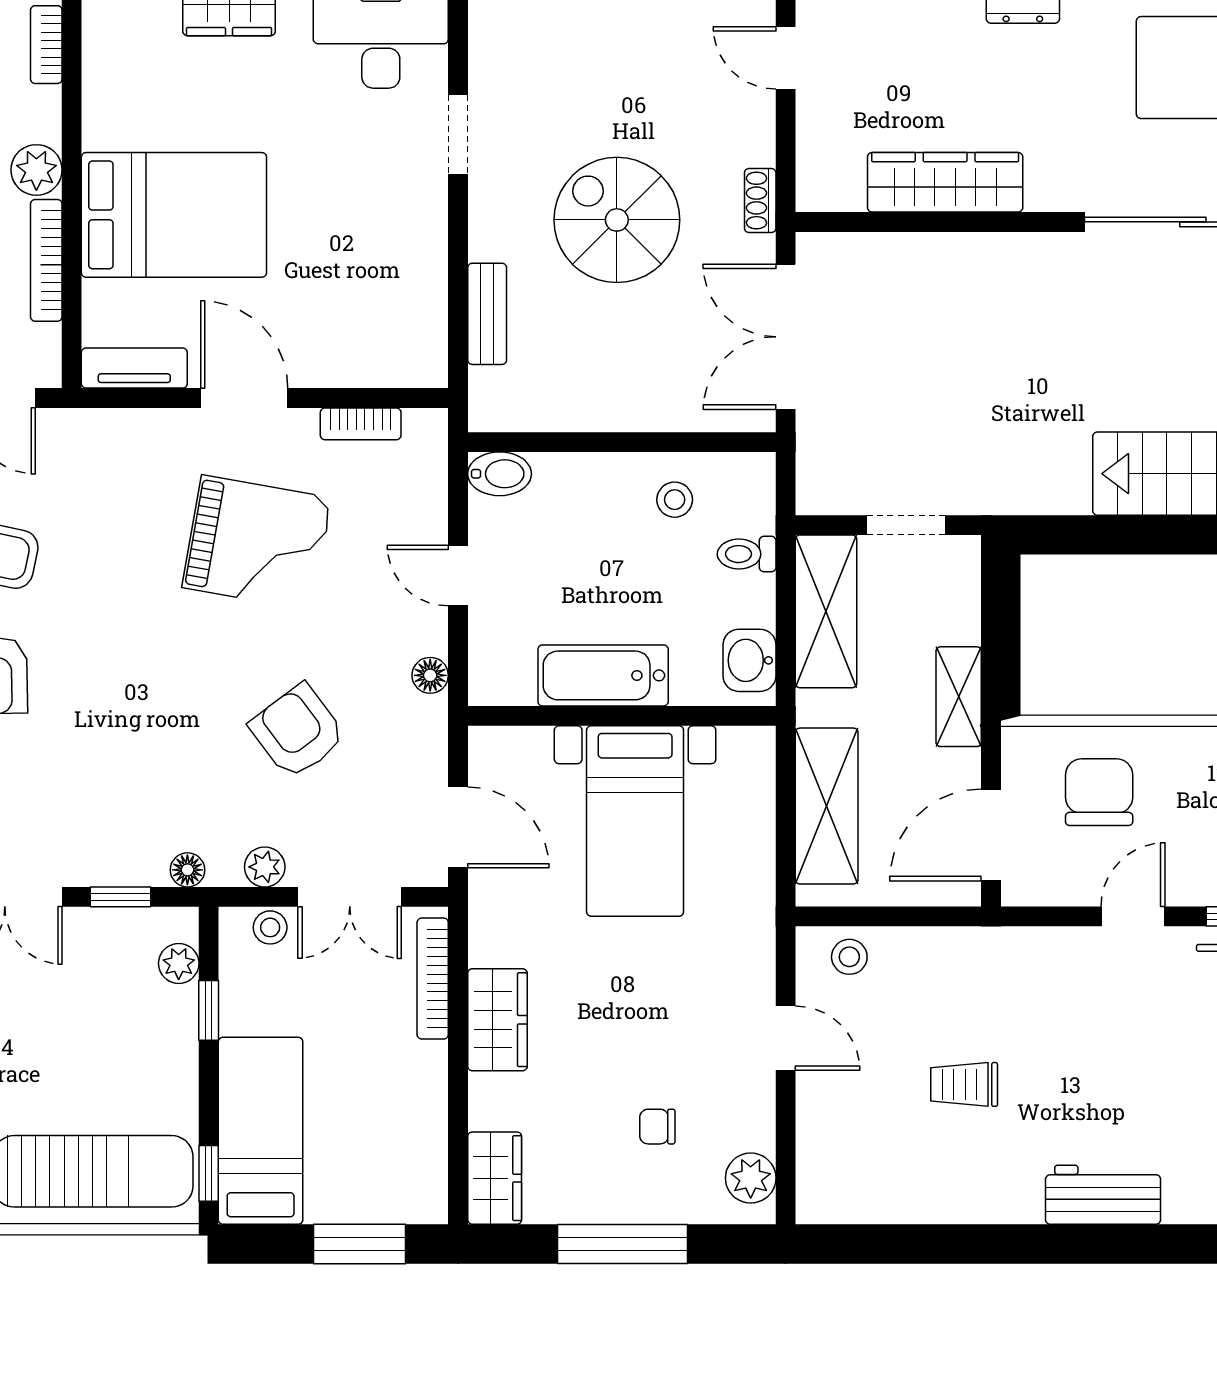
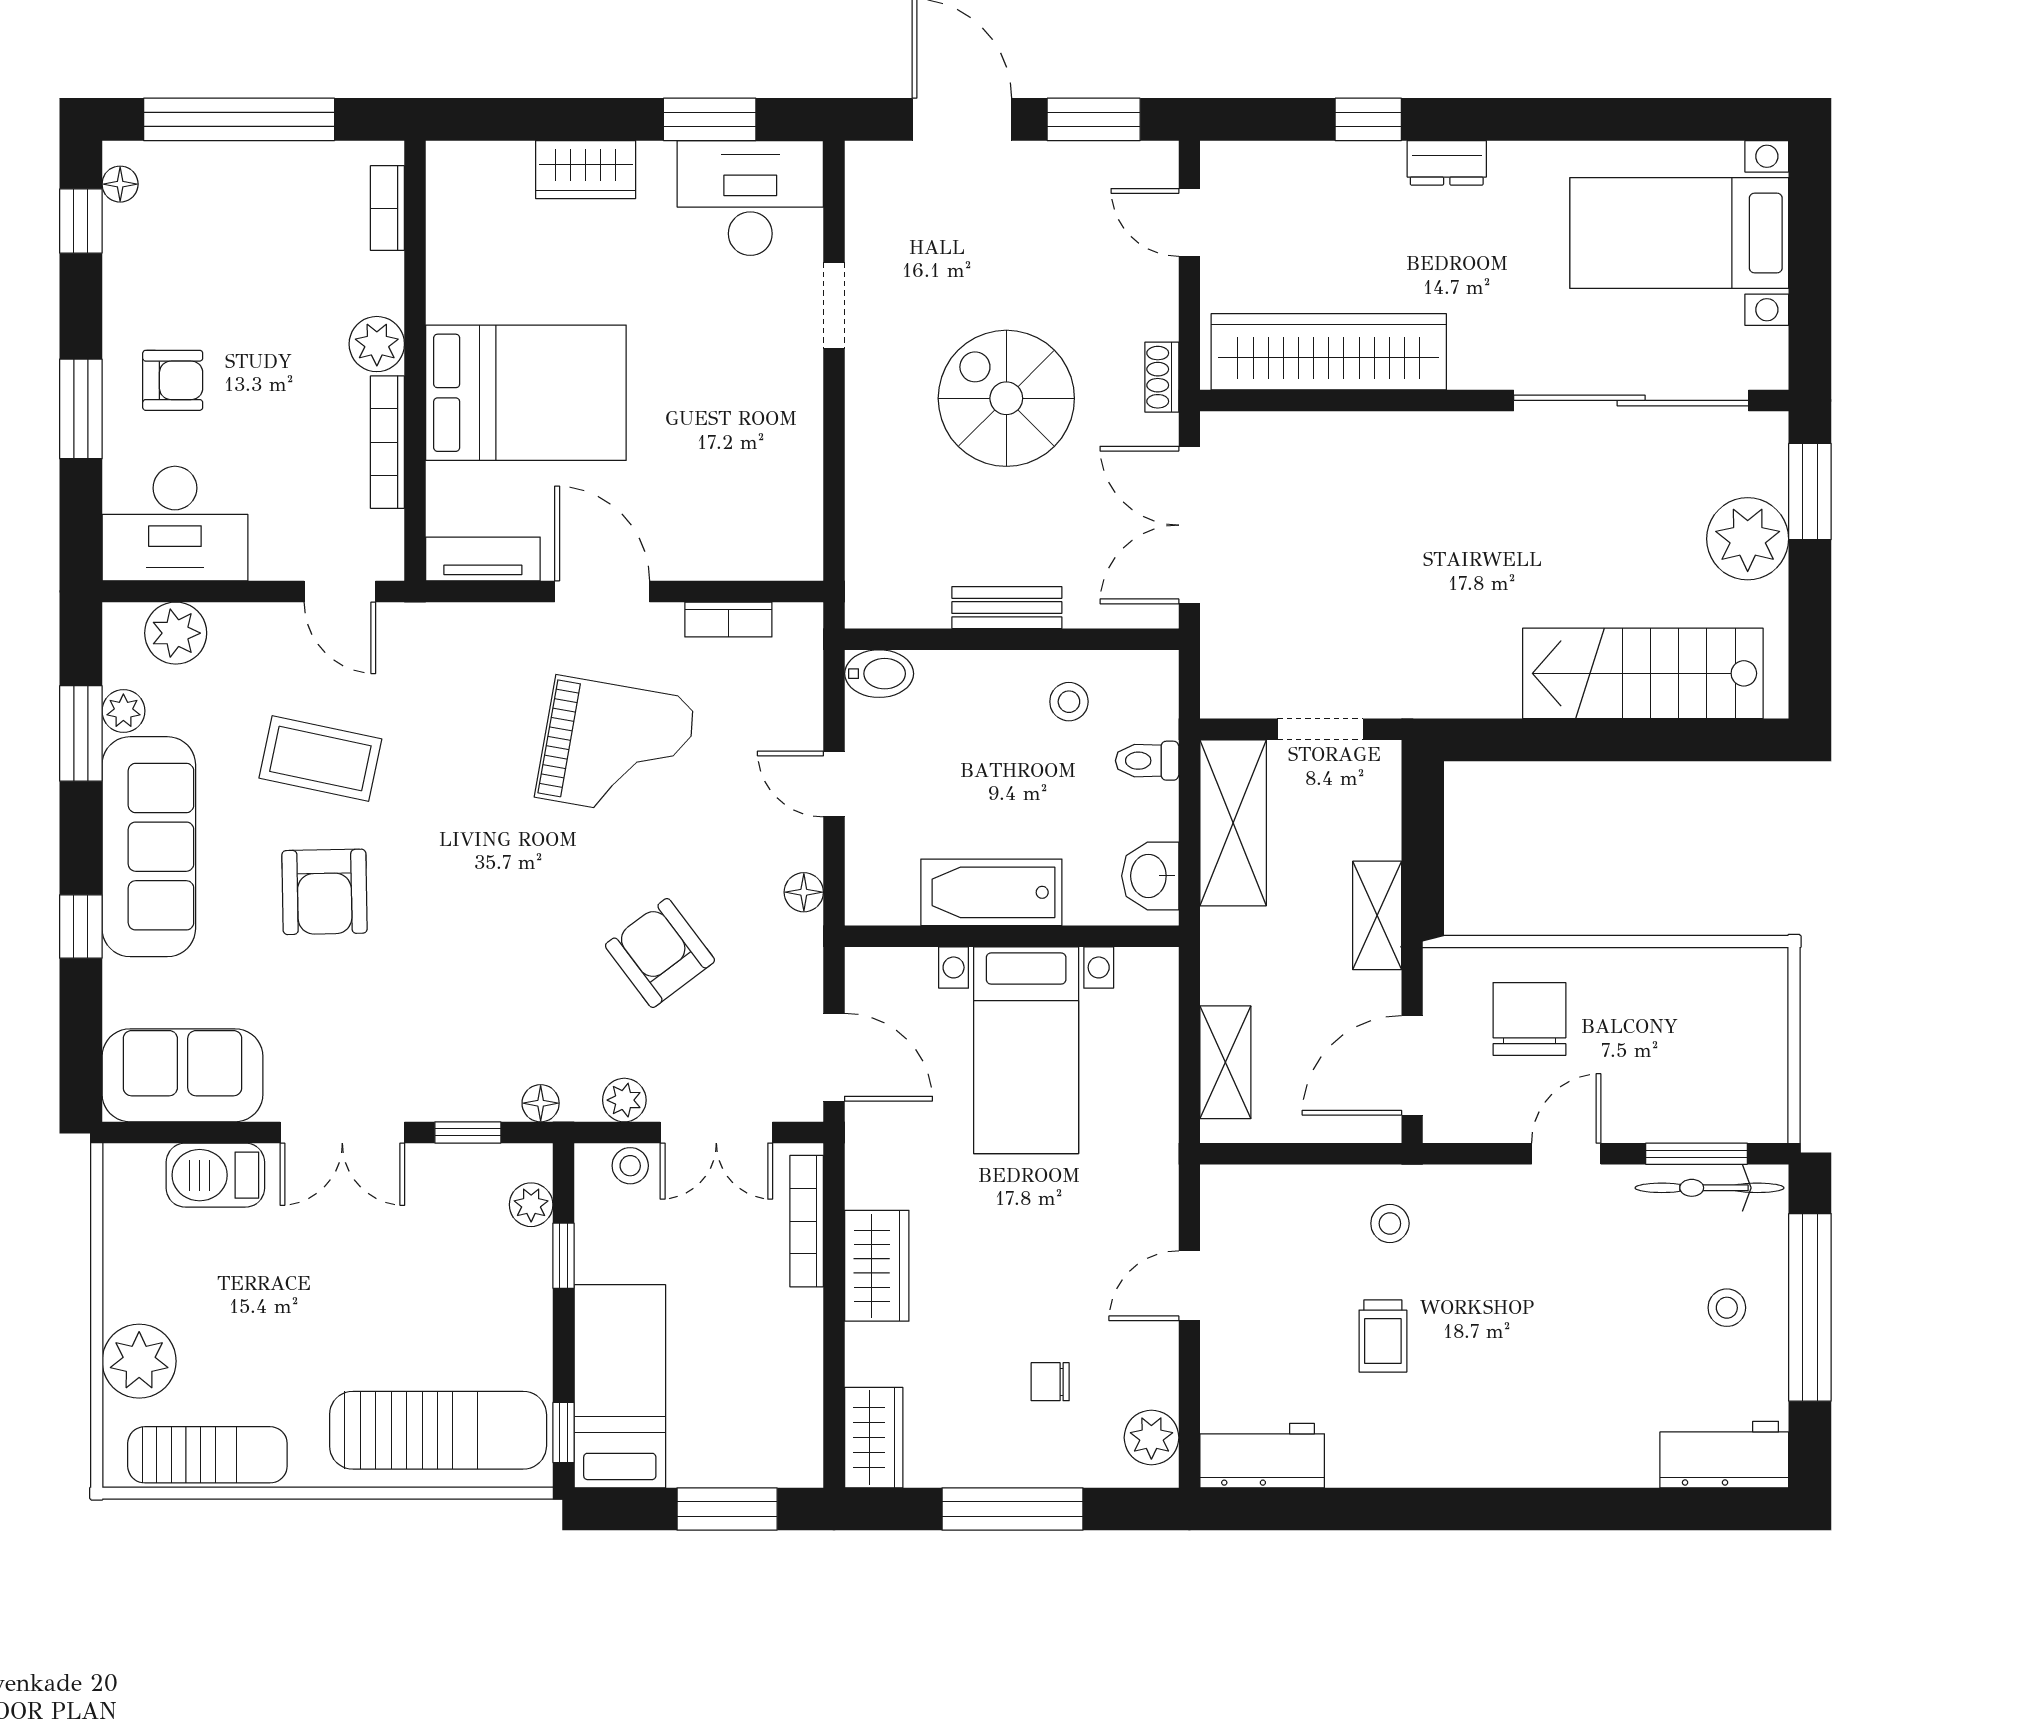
wardrobe: (945, 182) -> (1329, 352), width x1.40, depth x1.17
bench: (487, 314) -> (1007, 608), moved, turned 90
shelving: (827, 806) -> (1225, 1062), width x0.67, depth x0.75
stool: (849, 957) -> (1390, 1223), moved
door: (786, 1038) -> (1189, 1286), swing flipped
trolley: (964, 1084) -> (1383, 1336), turned -90
workbench: (1103, 1195) -> (1262, 1456), moved

